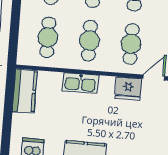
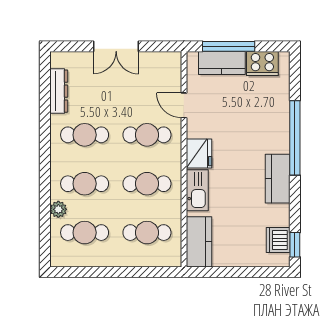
fridge: (128, 88) -> (199, 153), moved
kitchen counter: (25, 91) -> (199, 242), moved, turned 90

